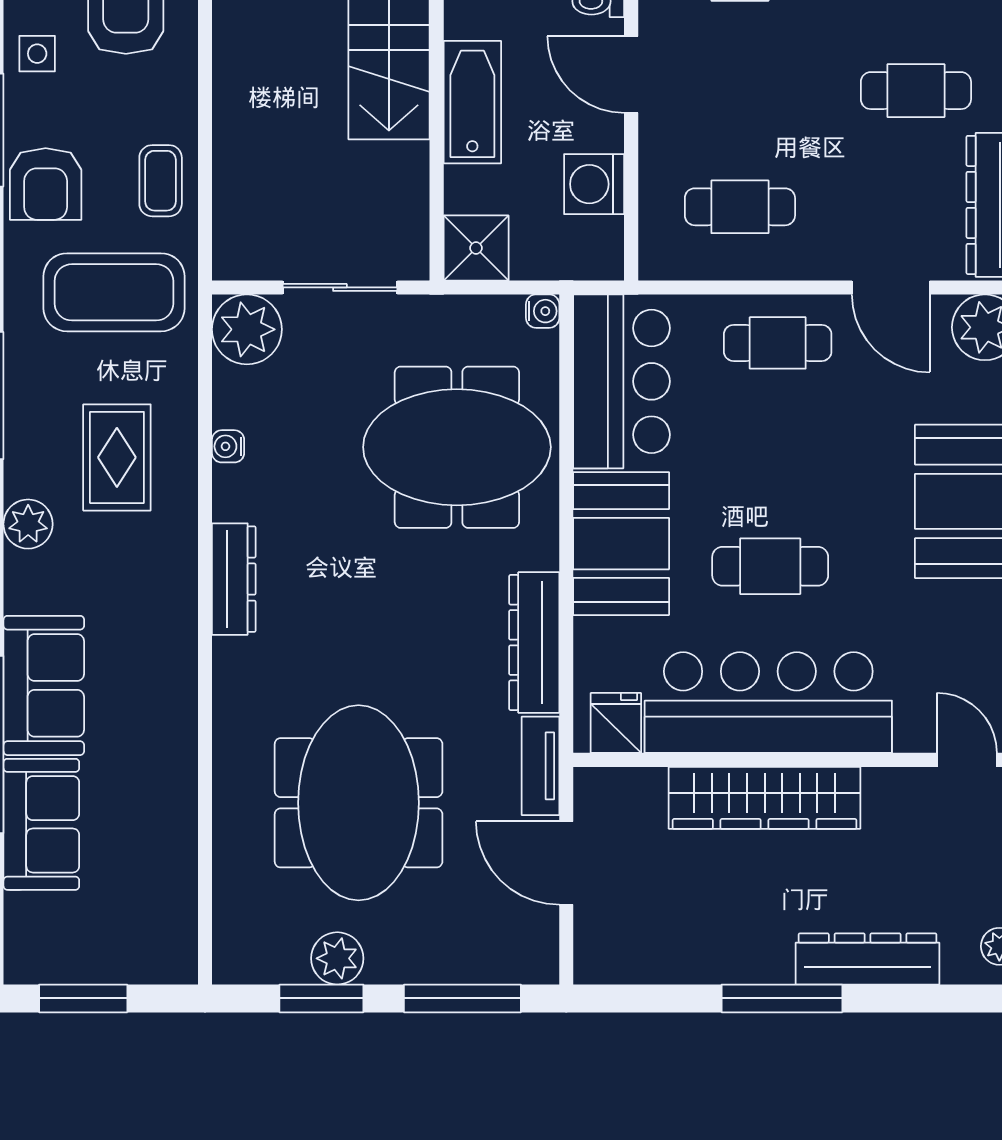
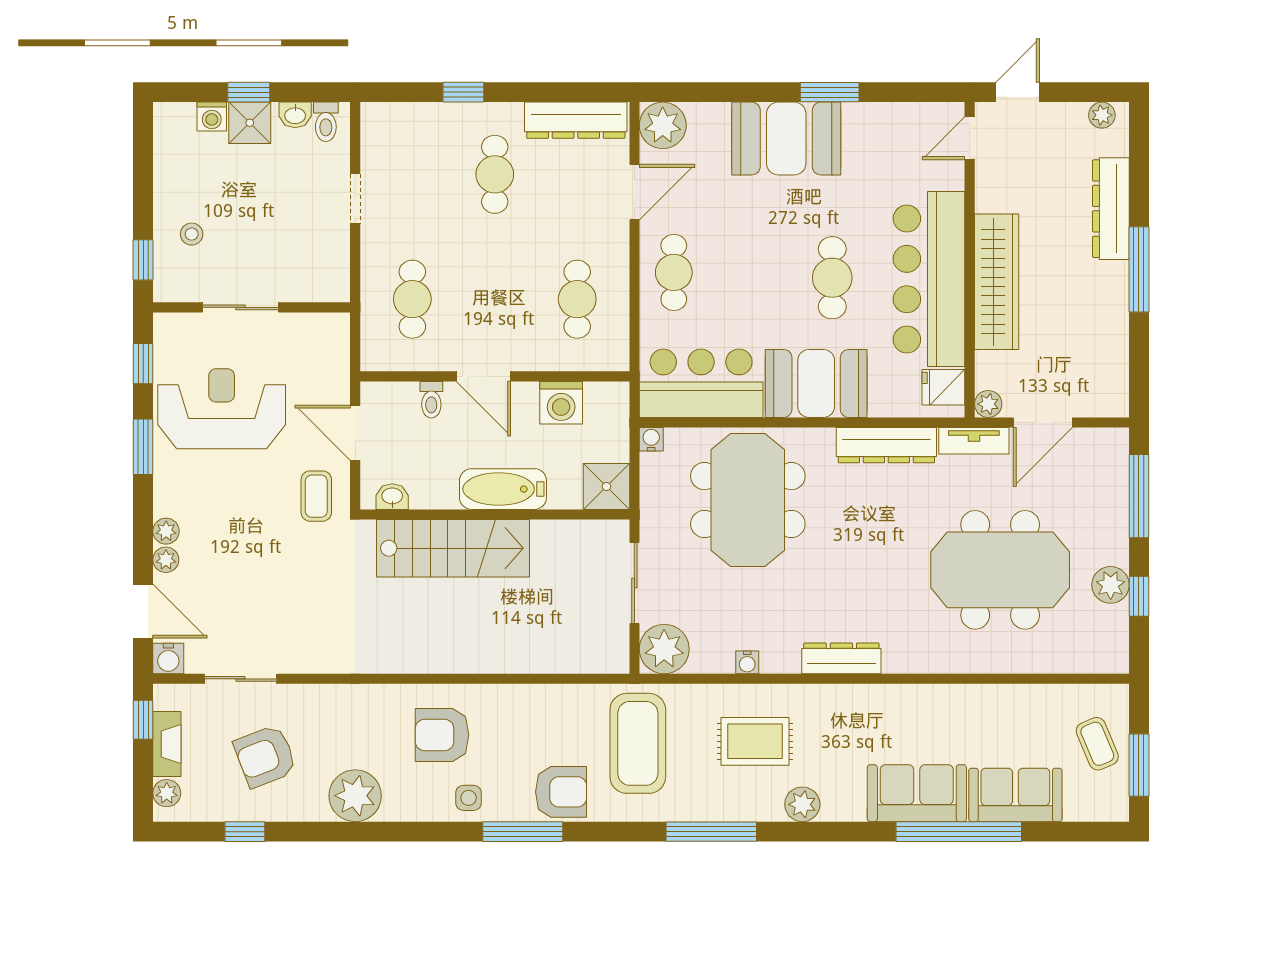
door: (631, 74) -> (483, 376), hinge flipped
coffee table: (161, 181) -> (1097, 744), moved, turned 67
plant: (592, 786) -> (988, 404), added
window: (321, 998) -> (1139, 596), width x0.67

